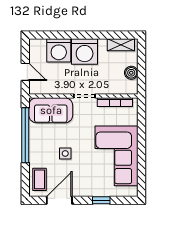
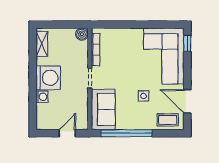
washing machine: (59, 50) -> (42, 97), width x0.53, depth x0.53
boiler: (131, 73) -> (82, 34), moved
corner sofa: (116, 156) -> (164, 56), moved, turned 90
window: (101, 200) -> (187, 43), moved

